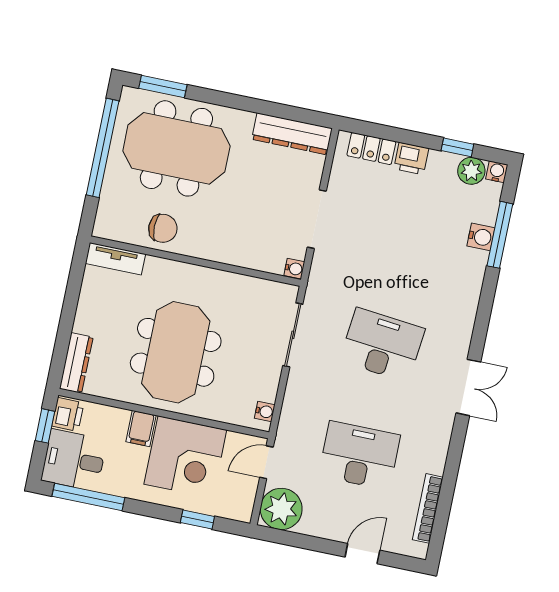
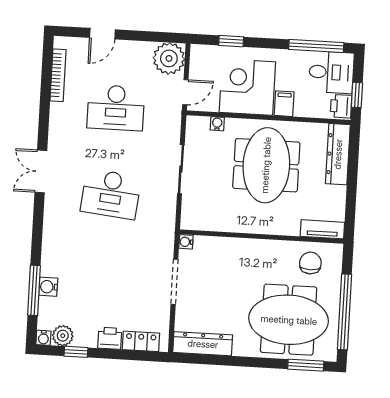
chair: (163, 228) -> (310, 263), moved, turned 90
sliding door: (293, 335) -> (181, 169), moved
dresser: (76, 363) -> (338, 154), width x1.37, depth x1.24
water cooler: (265, 411) -> (217, 124), moved, turned 90

